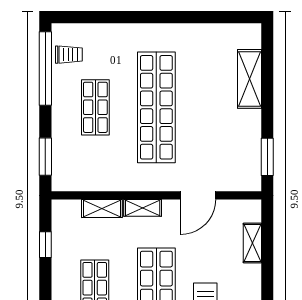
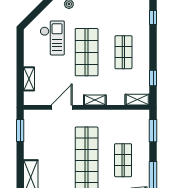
shelving: (102, 209) -> (137, 100), moved

